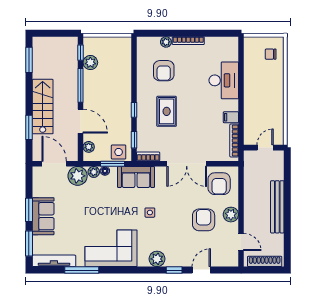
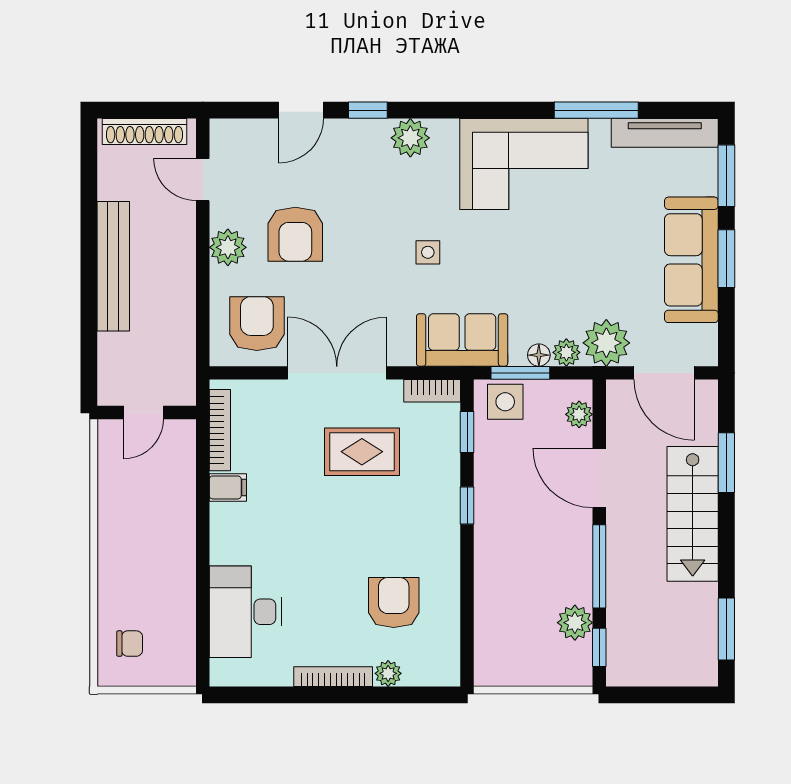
desk: (224, 80) -> (245, 612), moved
rug: (167, 111) -> (362, 452), moved, turned 90
sofa: (43, 216) -> (691, 260), width x1.36

